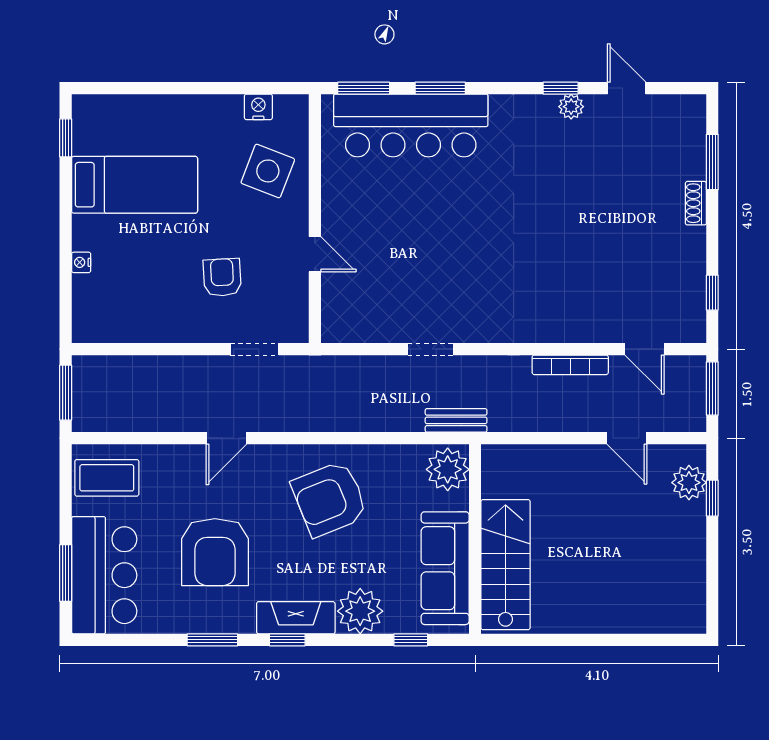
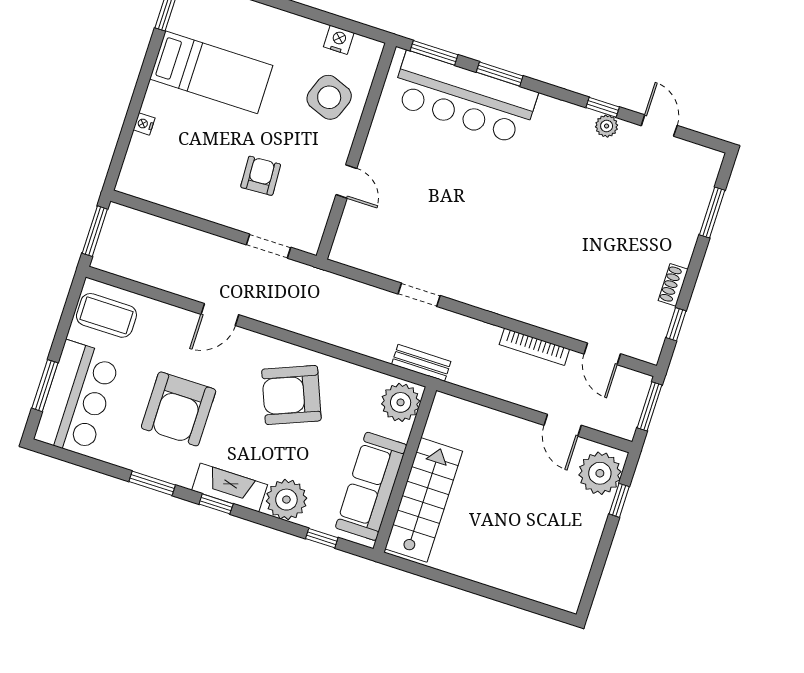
shoe rack: (696, 203) -> (673, 285), moved
plant: (689, 483) -> (600, 473), width x1.36, depth x1.36

